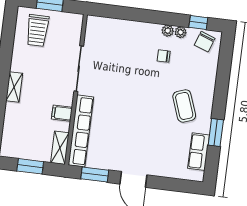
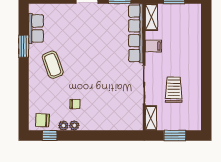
trolley: (37, 30) -> (174, 90), moved
chair: (205, 42) -> (42, 120), turned -107
shelving: (14, 87) -> (151, 118), moved

